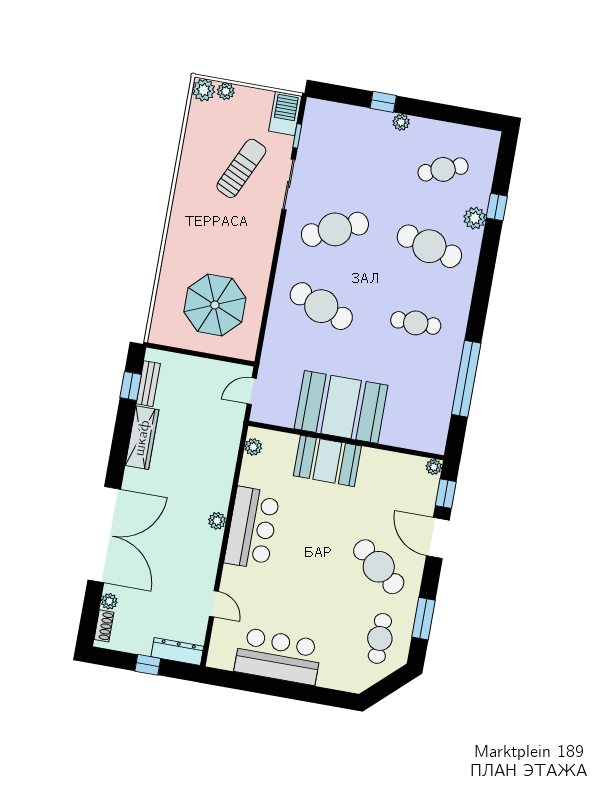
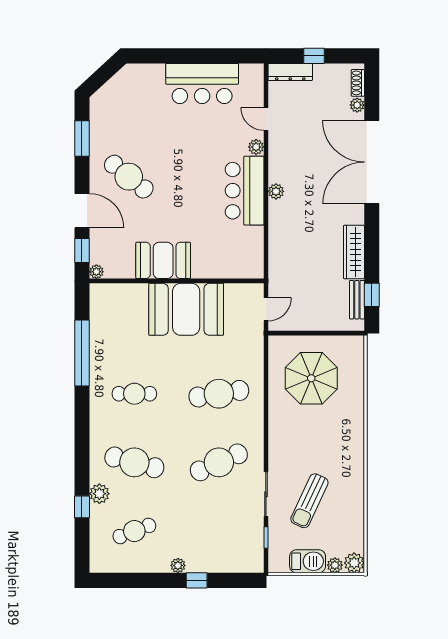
barbecue: (285, 114) -> (308, 561), moved, turned -90
cafe table: (321, 306) -> (219, 394), turned -30
plant: (253, 447) -> (256, 147), moved
booth: (327, 461) -> (163, 260), moved
cafe table: (380, 638) -> (117, 115), removed

